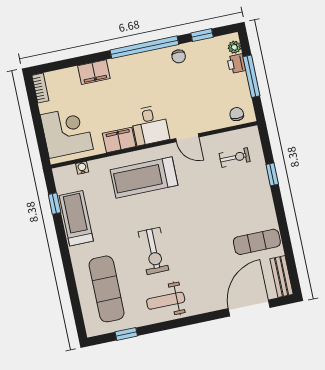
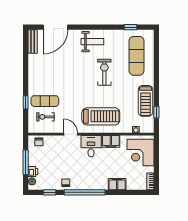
exercise mat: (257, 242) -> (45, 101), moved
weight bench: (166, 301) -> (92, 42), moved

